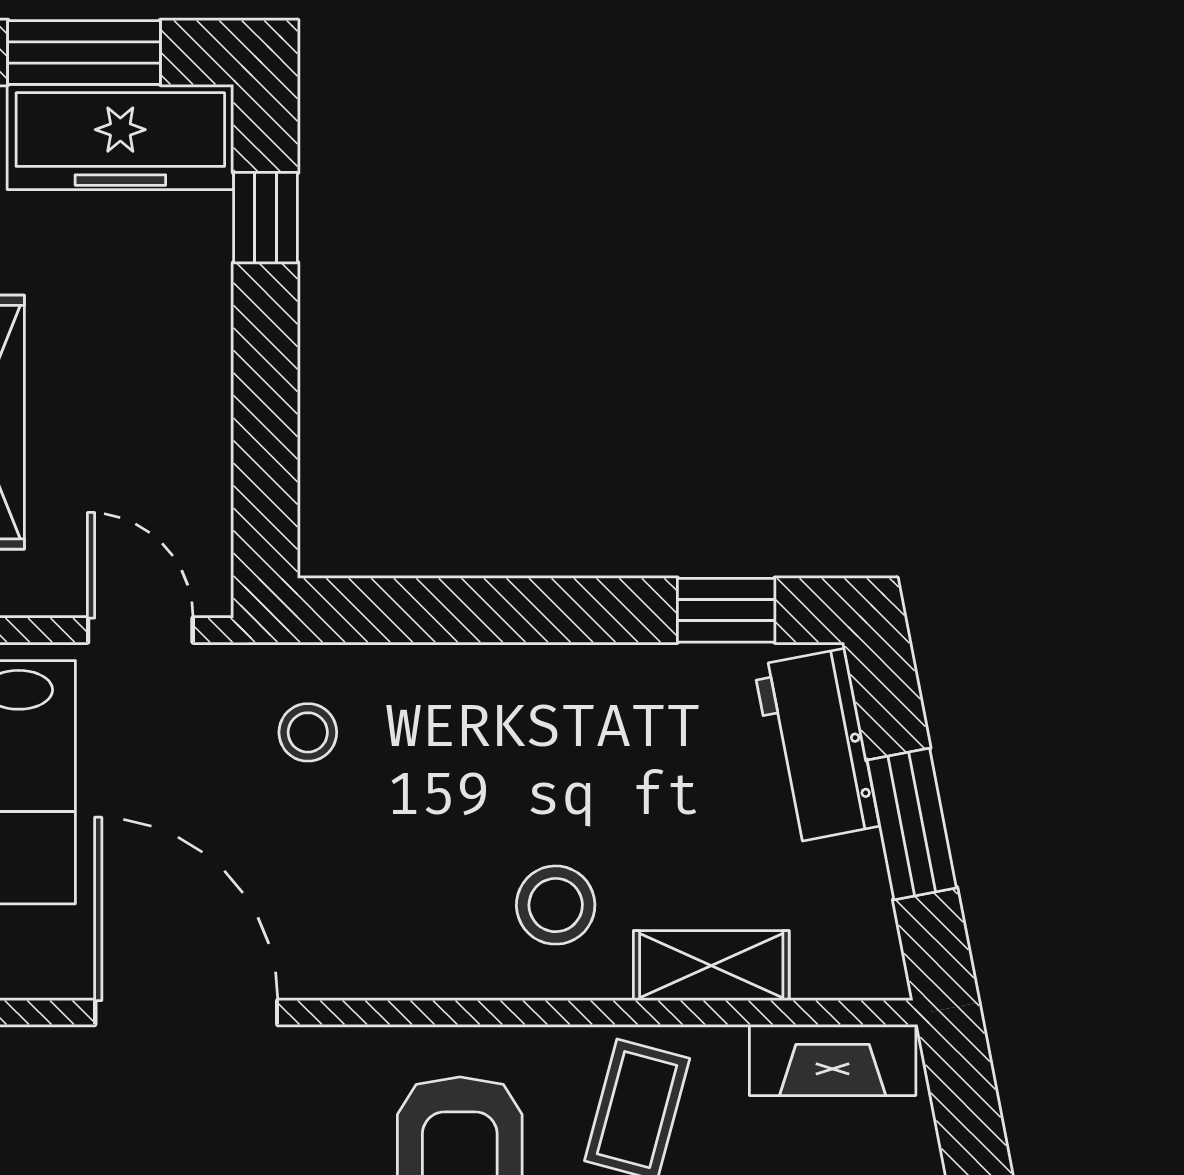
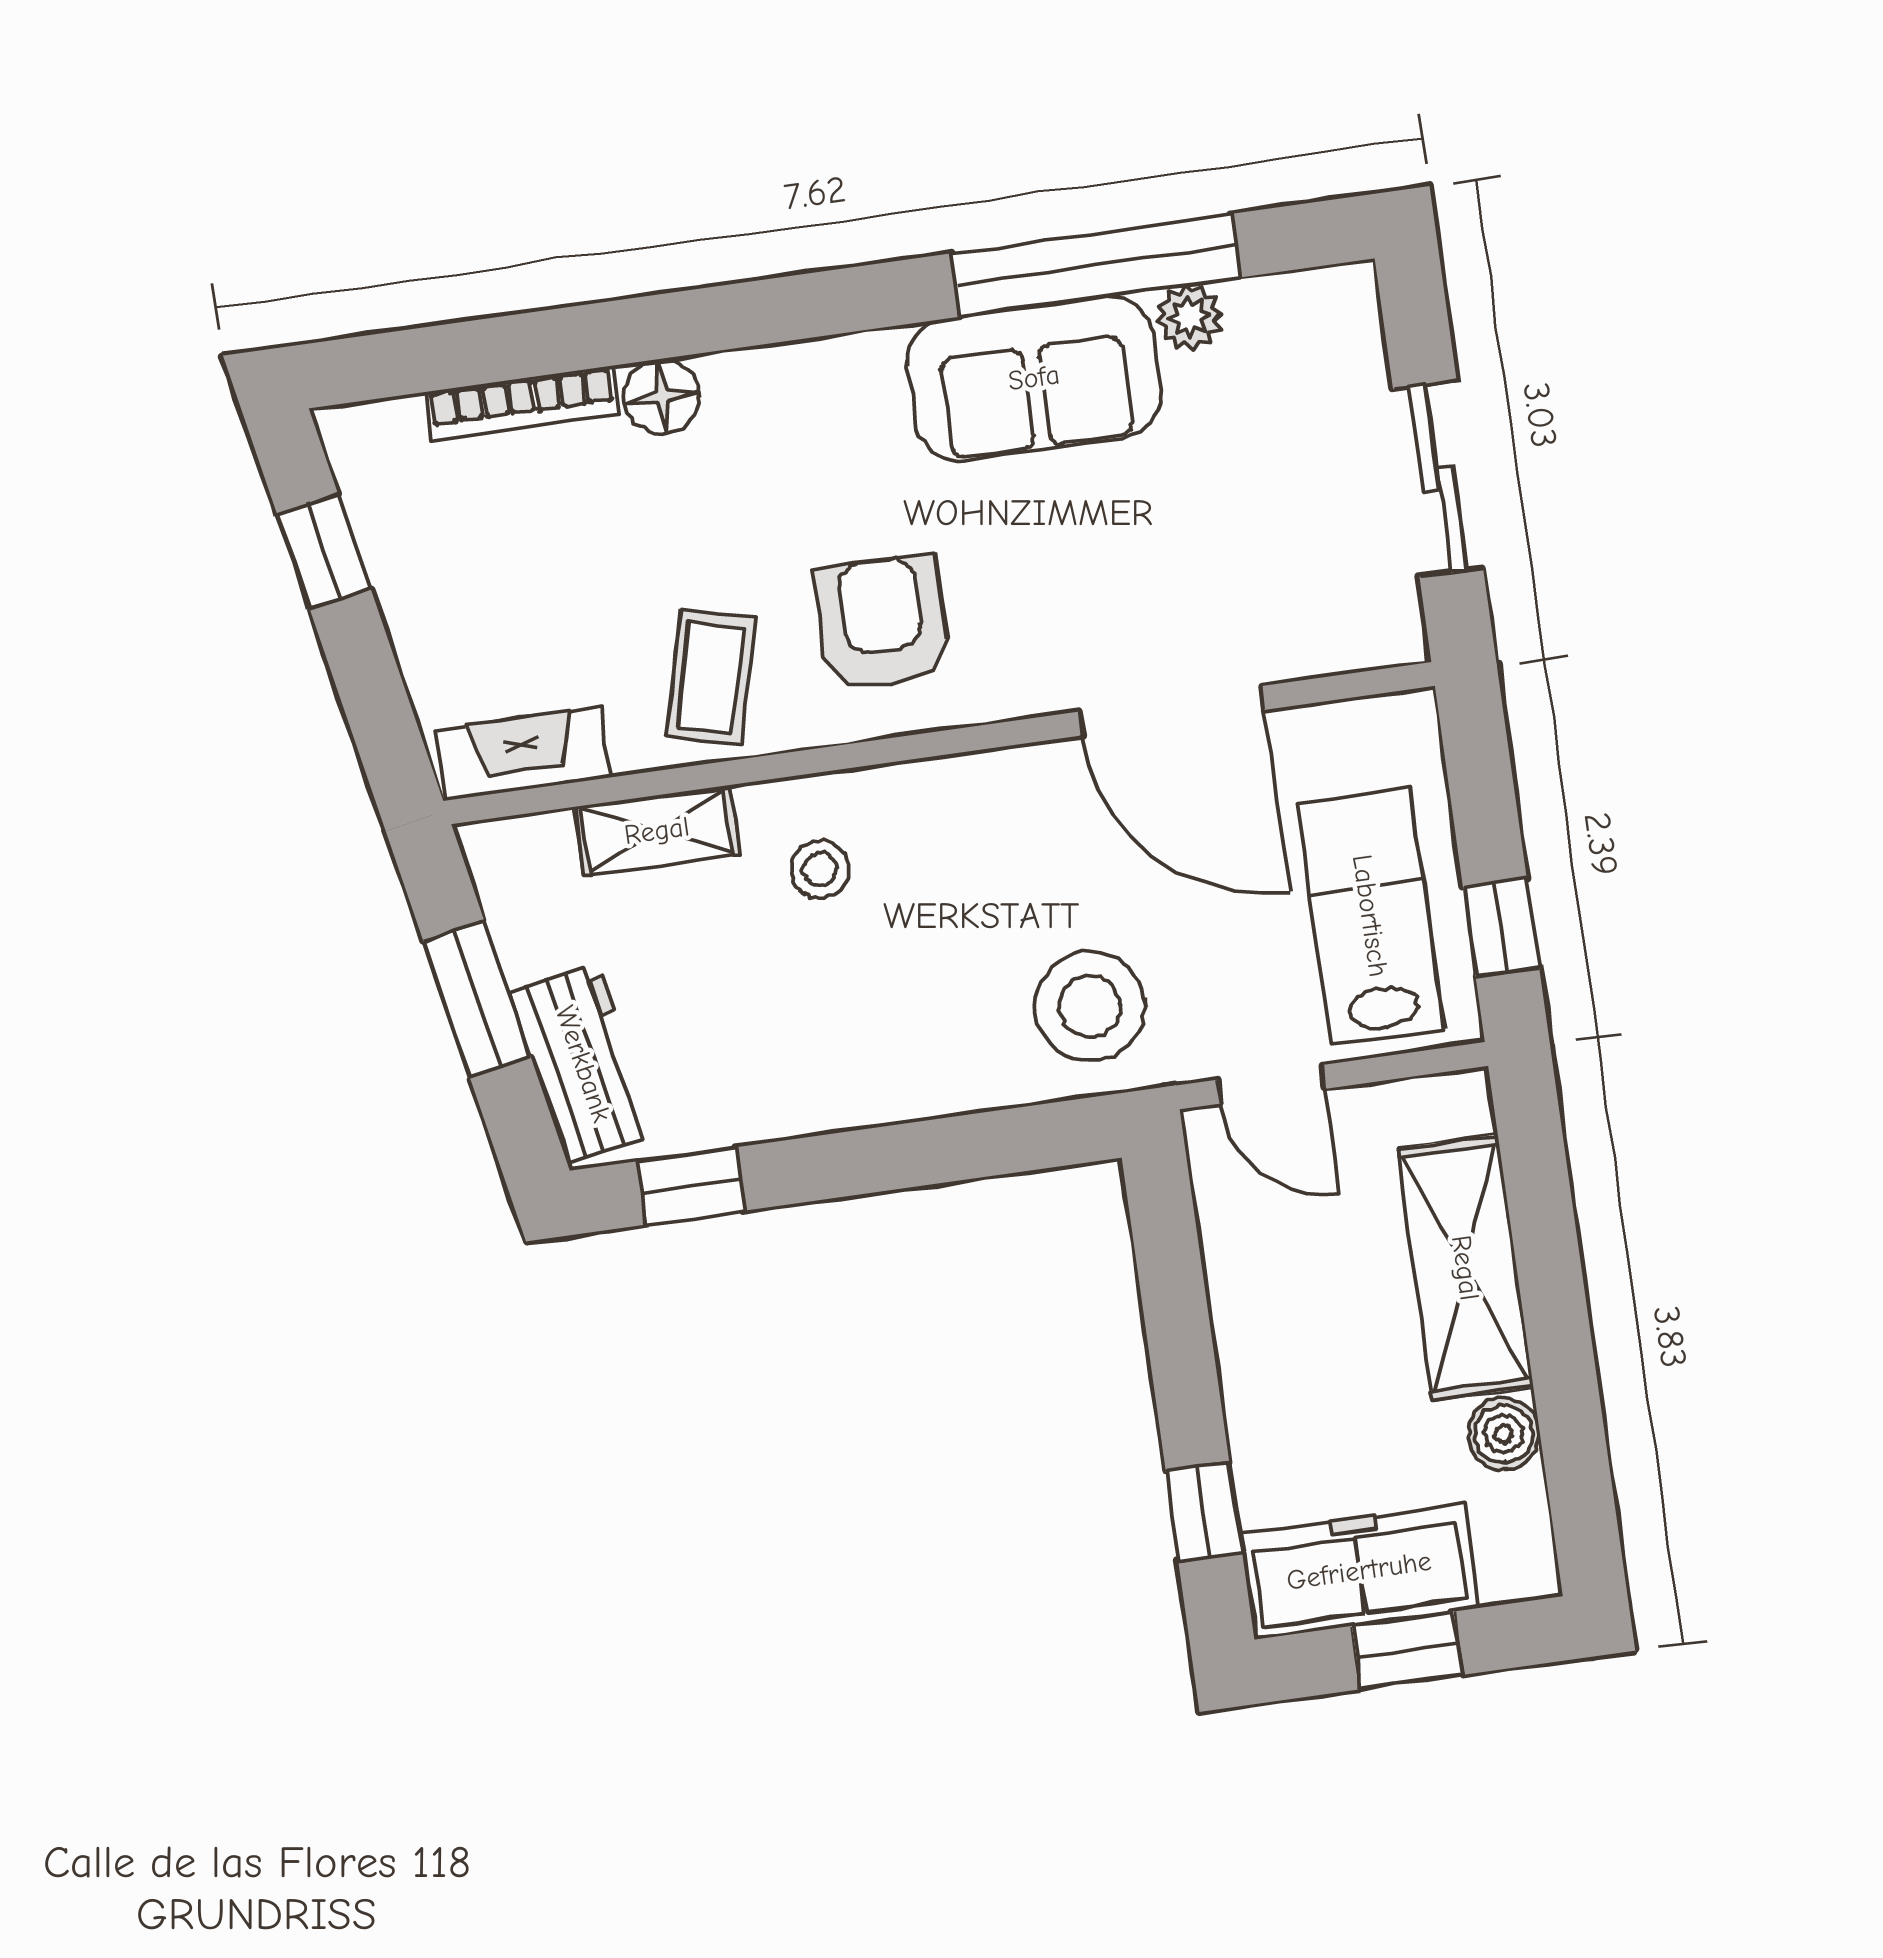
window: (84, 52) -> (1407, 1650), width x0.67
stool: (308, 732) -> (1090, 1006), width x1.89, depth x1.89
stool: (556, 905) -> (820, 869), width x0.73, depth x0.73

